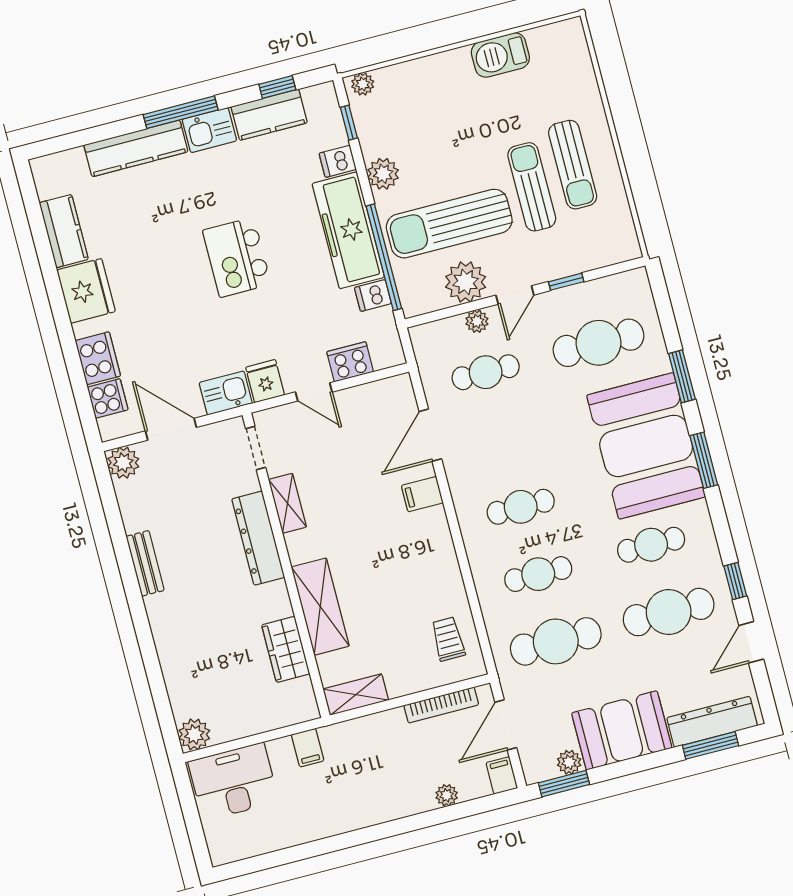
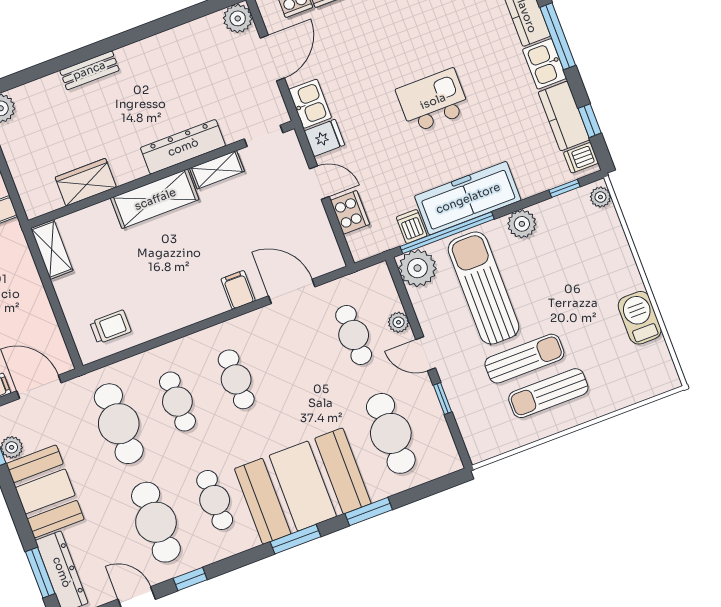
dishwasher: (338, 161) -> (581, 158), moved, turned -90
plant: (466, 282) -> (417, 268), moved
door: (314, 392) -> (319, 183), swing flipped
bench: (145, 563) -> (89, 70), moved
shelving: (320, 607) -> (155, 199), moved
bookcase: (441, 705) -> (51, 327), removed

